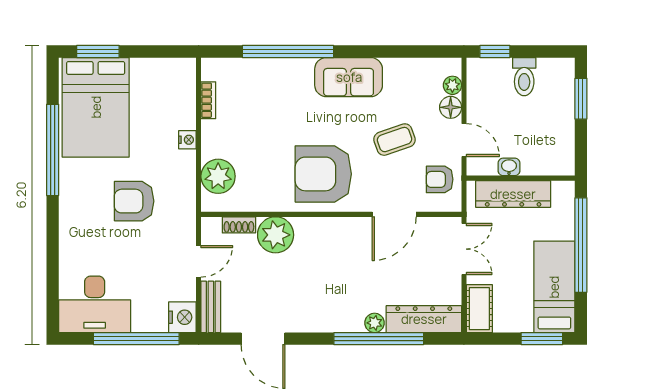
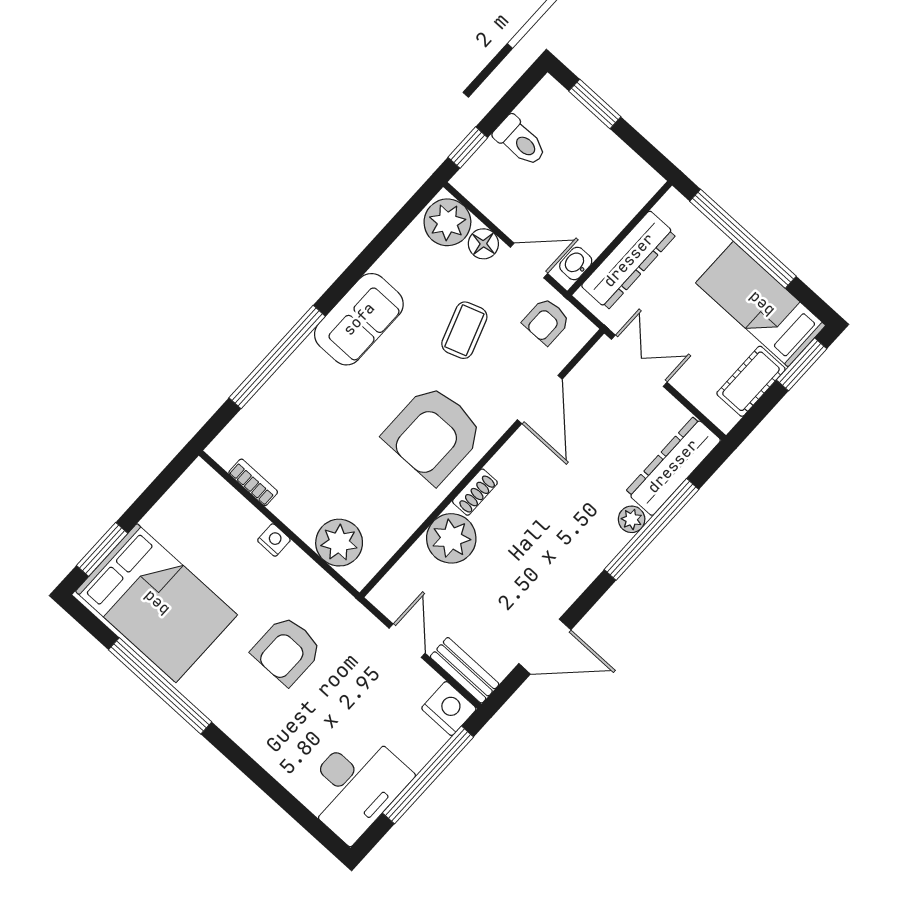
plant: (452, 85) -> (447, 222), width x1.87, depth x1.87
washbasin: (509, 167) -> (576, 263), moved
shoe rack: (239, 225) -> (475, 492), moved
cot: (479, 309) -> (751, 381), moved, turned 90

